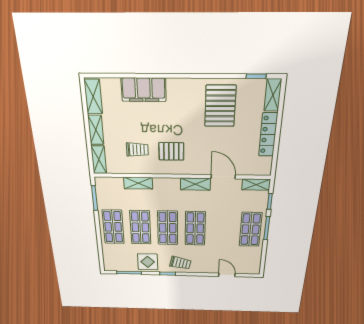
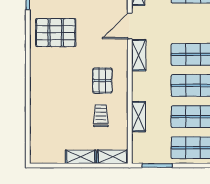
filing cabinet: (144, 90) -> (41, 107), removed
shelving: (93, 97) -> (48, 156), removed

